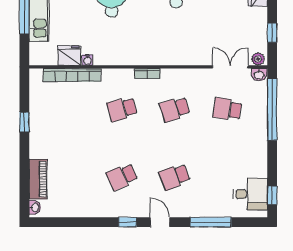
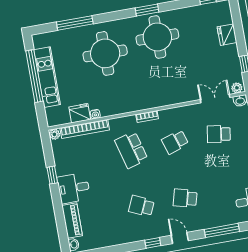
plant: (36, 75) -> (54, 134), added
school desk: (122, 109) -> (131, 150), width x1.85
desk: (47, 142) -> (74, 188), added
school desk: (122, 177) -> (141, 206), turned 48
school desk: (175, 177) -> (185, 198), turned 36

